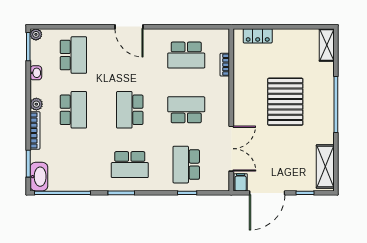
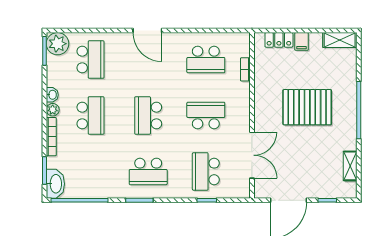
plant: (36, 34) -> (58, 44), width x1.88, depth x1.88
shelving: (327, 45) -> (340, 40), moved, turned 90
washbasin: (36, 73) -> (52, 95), moved
pallet: (285, 102) -> (307, 107), turned 90
shelving: (325, 167) -> (350, 166), width x0.67, depth x0.75
filing cabinet: (241, 182) -> (302, 41), moved, turned 180

